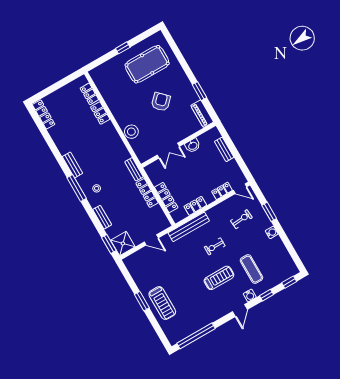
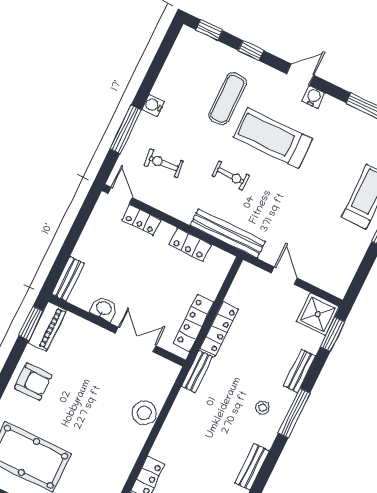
window: (199, 91) -> (31, 323), moved
armchair: (161, 102) -> (33, 382), moved, turned -135
bench: (224, 149) -> (68, 279), moved
window: (77, 188) -> (294, 413), moved
locker: (166, 197) -> (194, 323), moved
window: (269, 212) -> (125, 129), width x1.44
treadmill: (219, 278) -> (273, 138), width x1.37, depth x1.38
water cooler: (250, 295) -> (313, 97), moved

